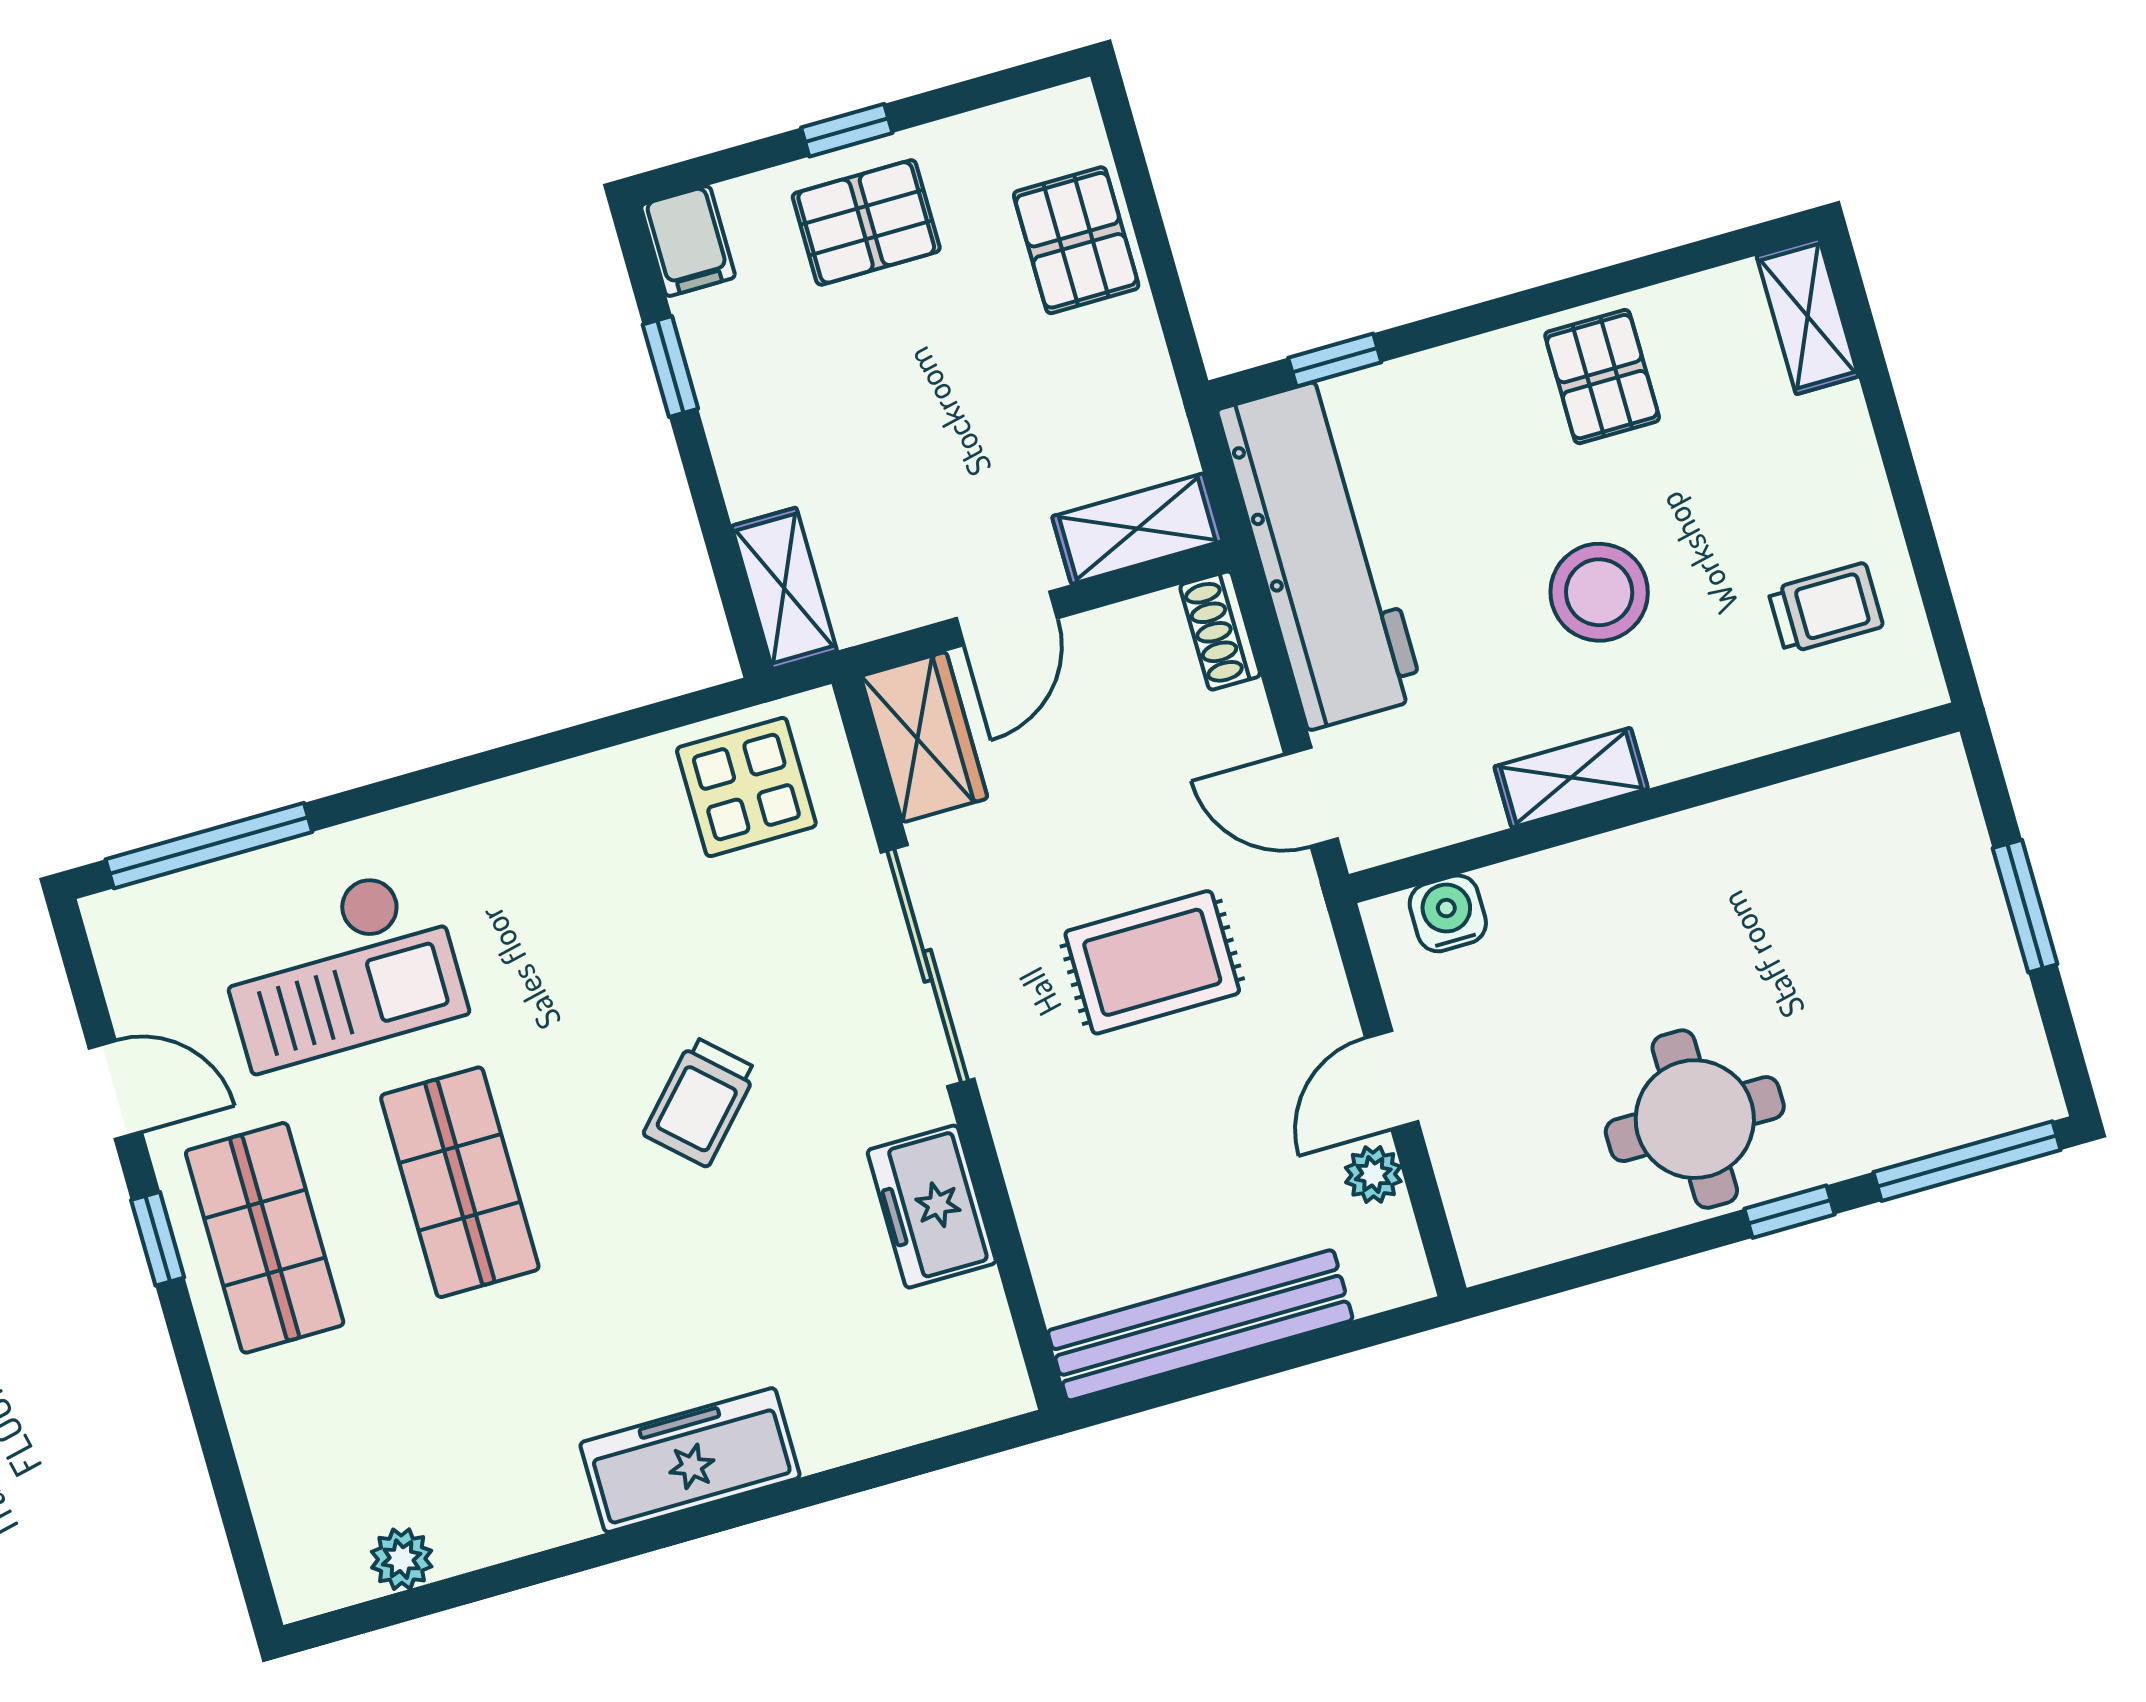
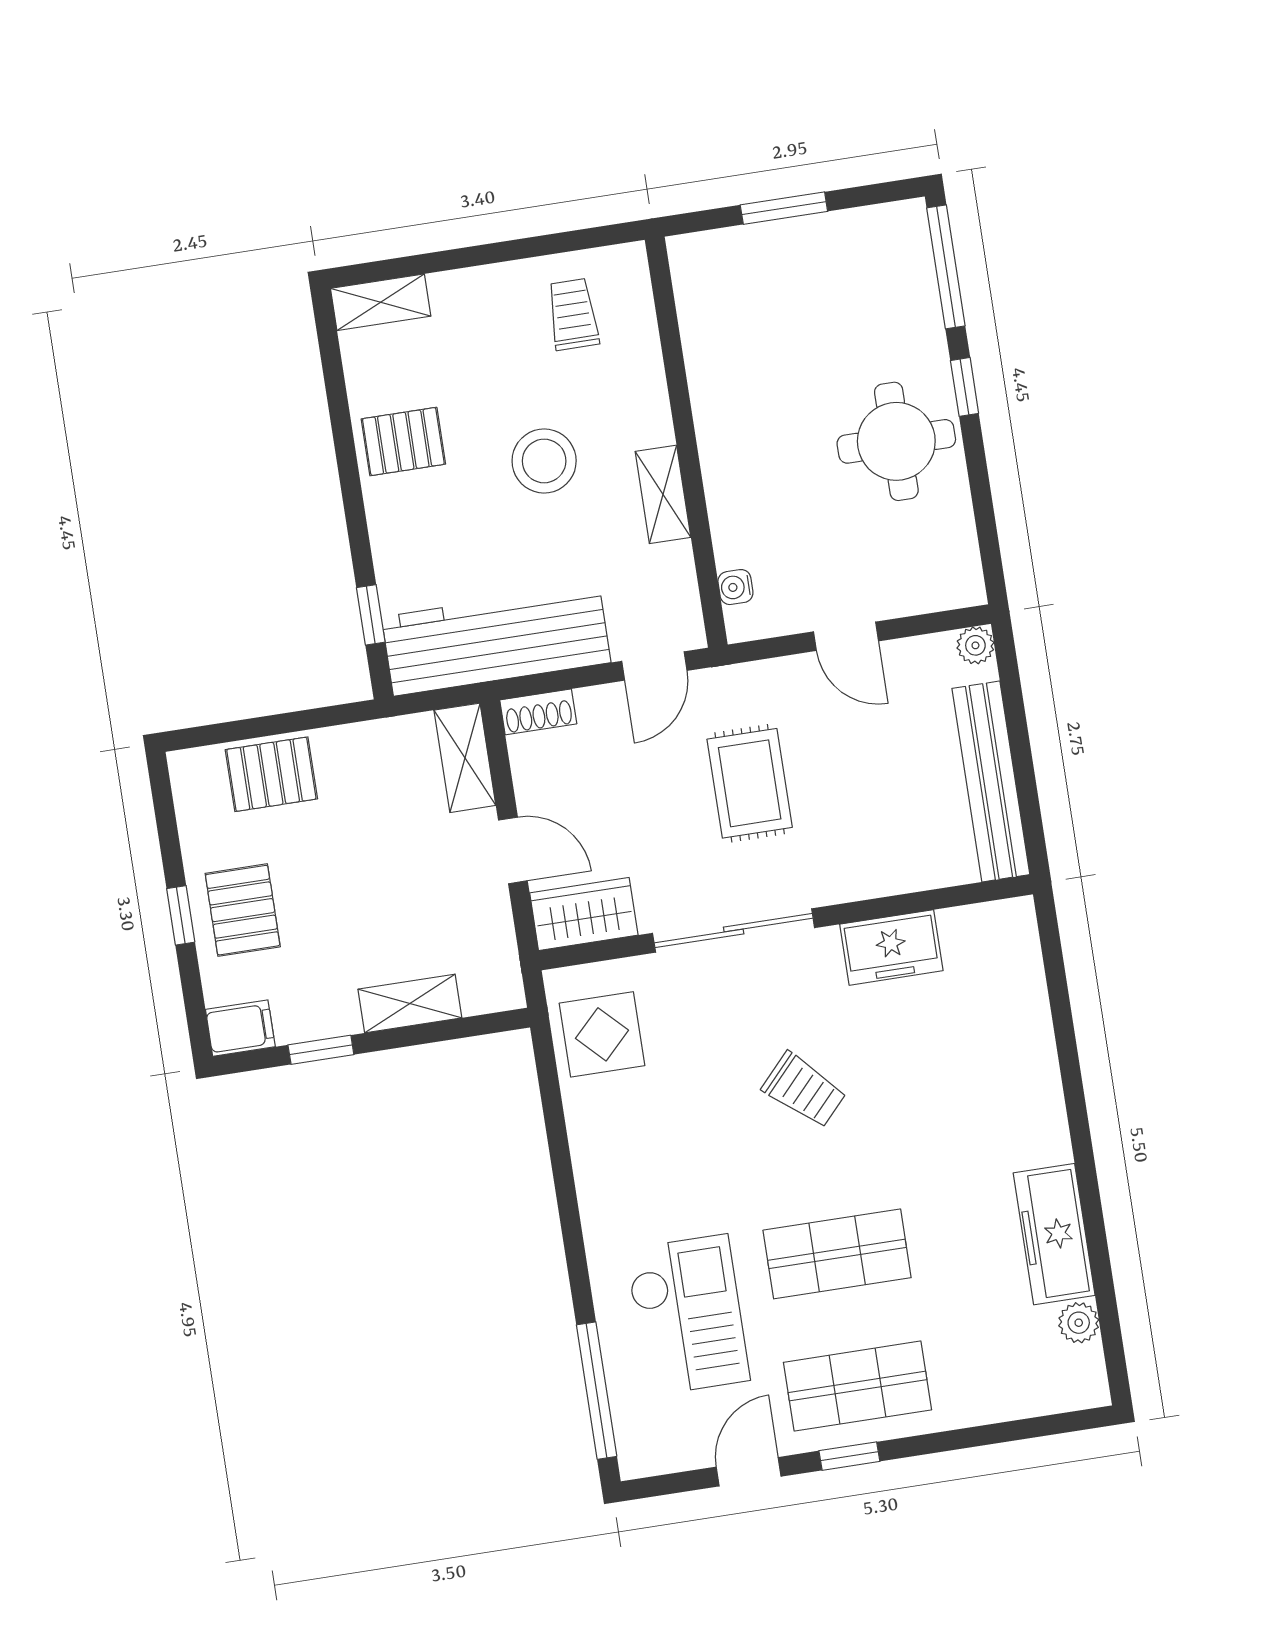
shelving: (784, 588) -> (410, 1003), moved
water cooler: (1448, 913) -> (735, 587), width x0.72, depth x0.72
plant: (1373, 1174) -> (975, 645), moved
freezer: (690, 1460) -> (1054, 1234), moved

